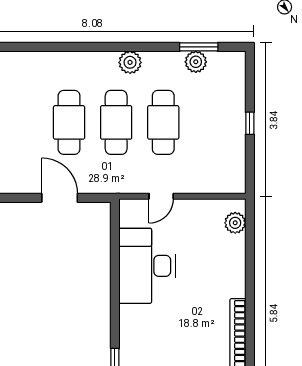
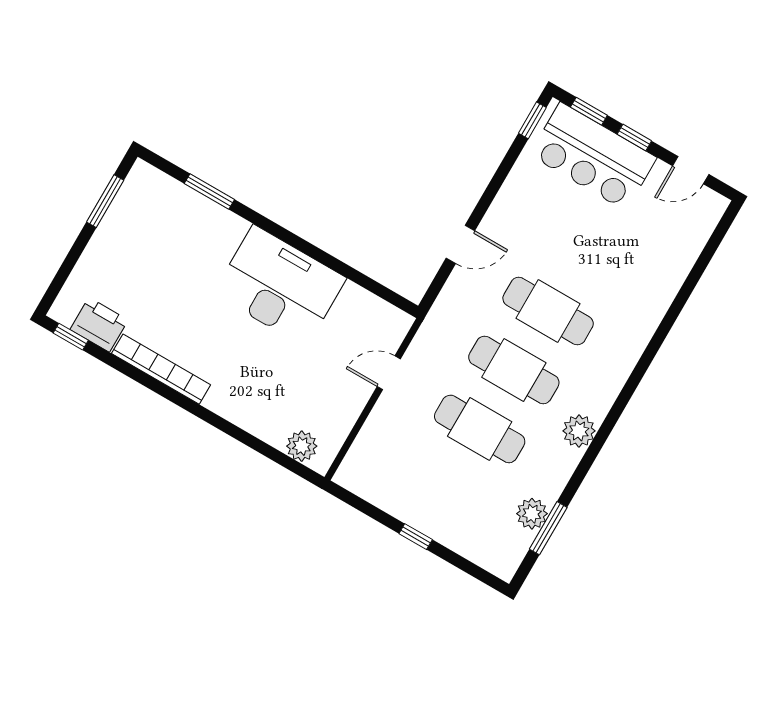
door: (161, 196) -> (389, 373), hinge flipped
door: (60, 198) -> (460, 244), width x0.73
desk: (147, 266) -> (280, 286), moved

